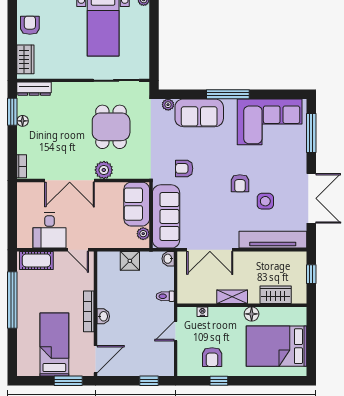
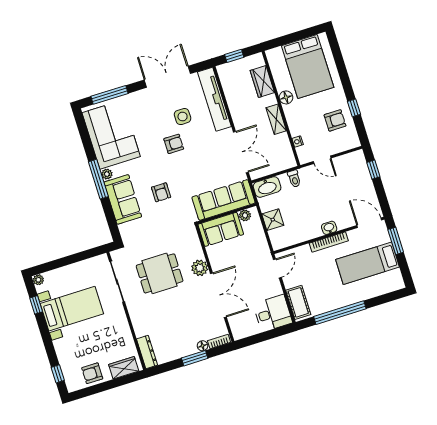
plant: (168, 105) -> (107, 174), moved
window: (12, 112) -> (195, 358), moved
floor lamp: (23, 121) -> (203, 346), moved
armchair: (184, 168) -> (161, 192), moved
desk: (49, 231) -> (273, 313), moved
washbasin: (168, 259) -> (267, 187), width x1.91, depth x1.45

